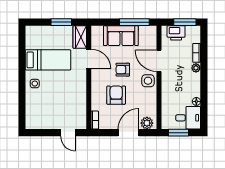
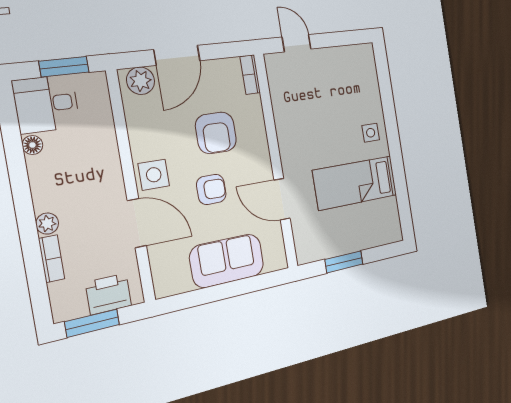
window: (134, 22) -> (204, 296), removed
wardrobe: (80, 37) -> (306, 240), removed

